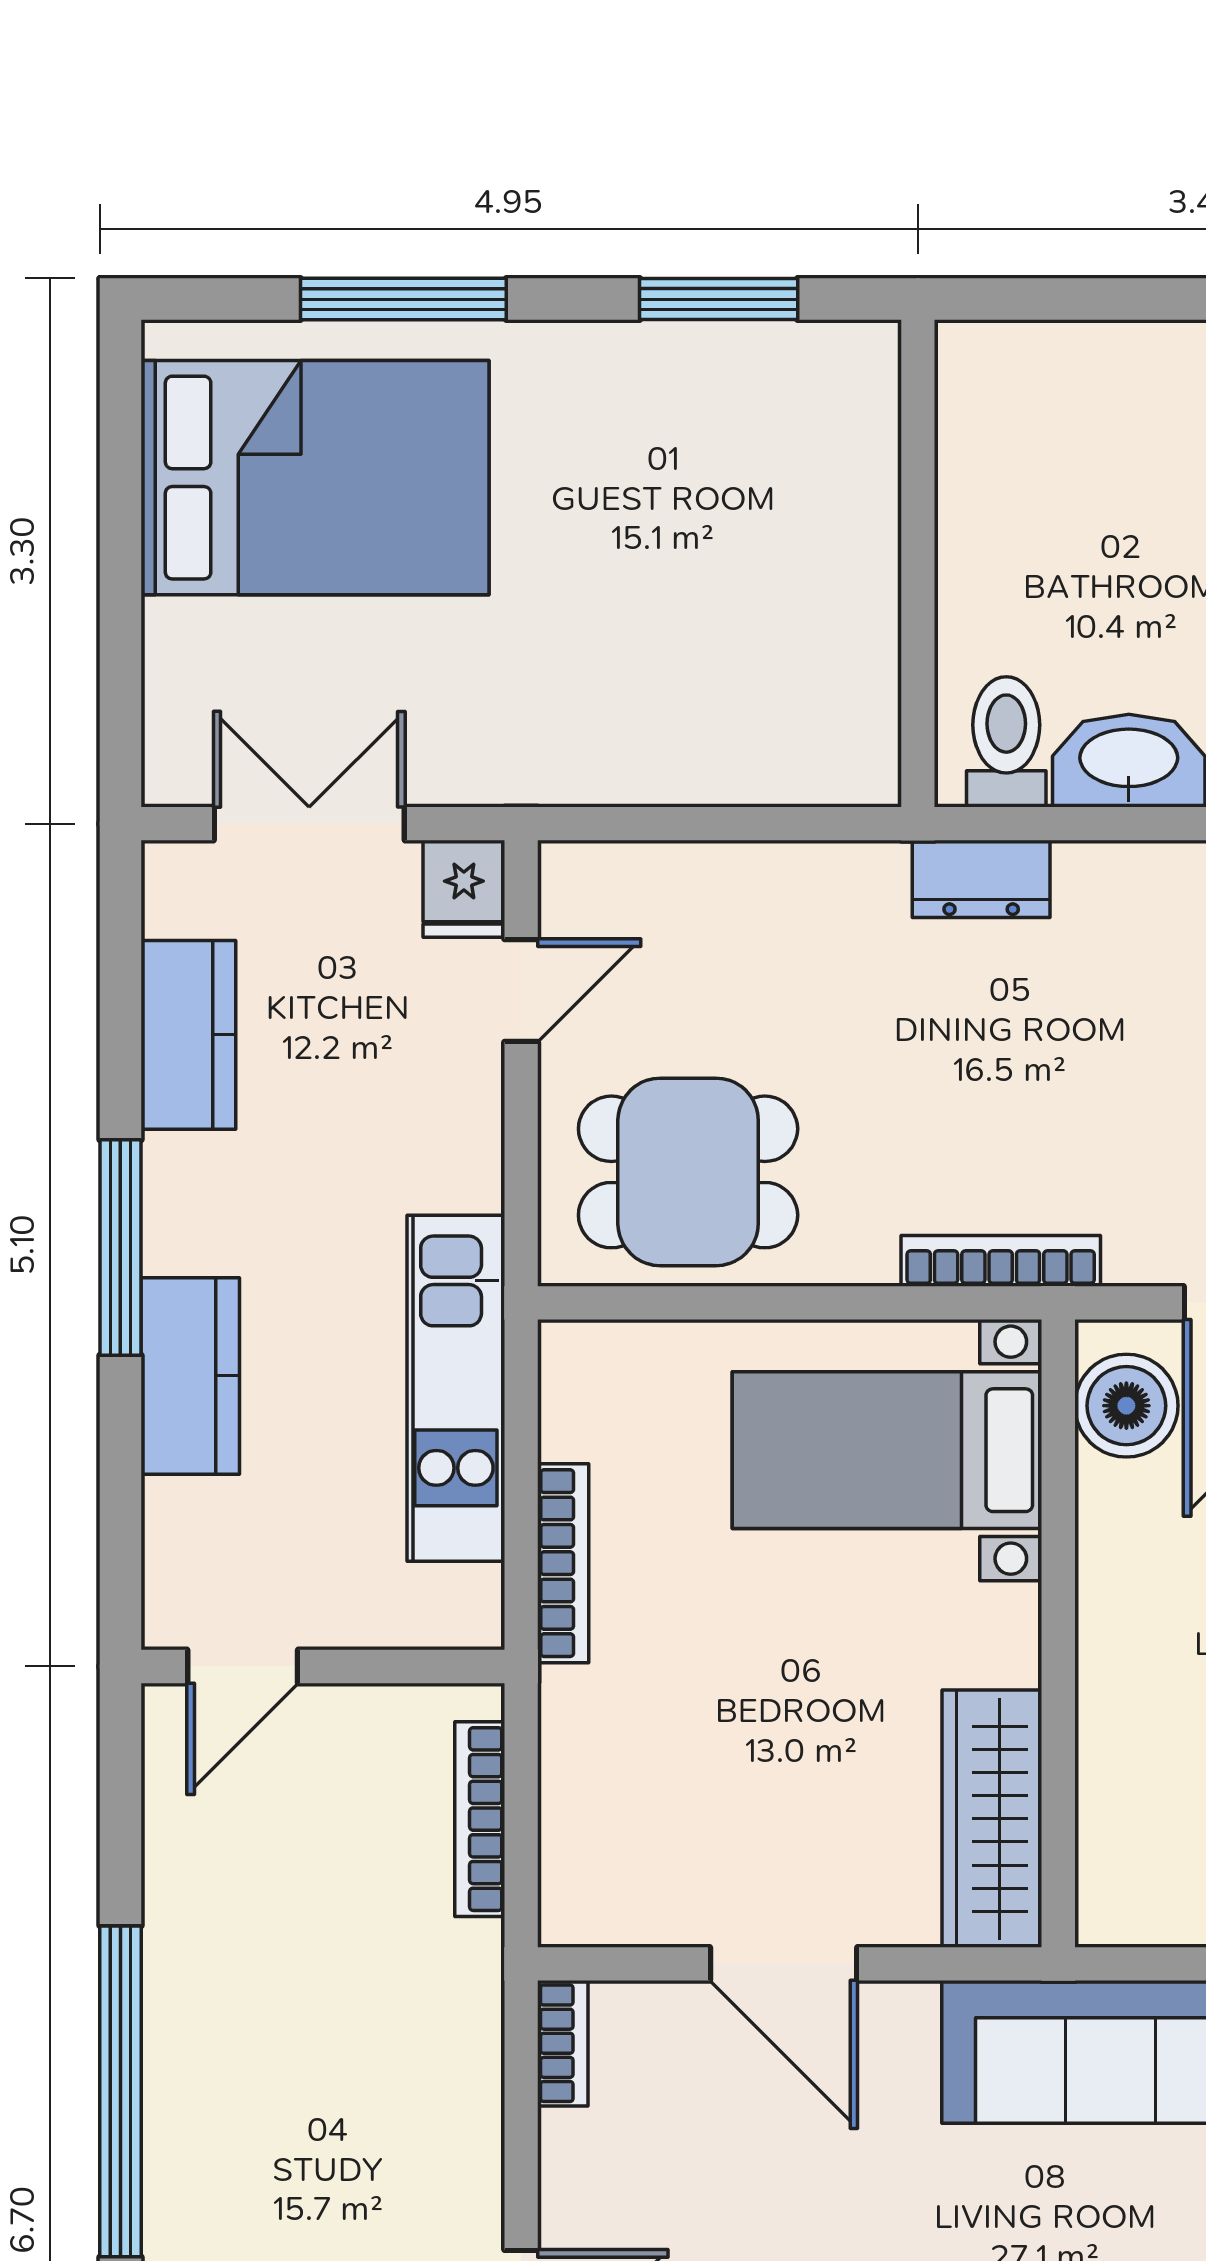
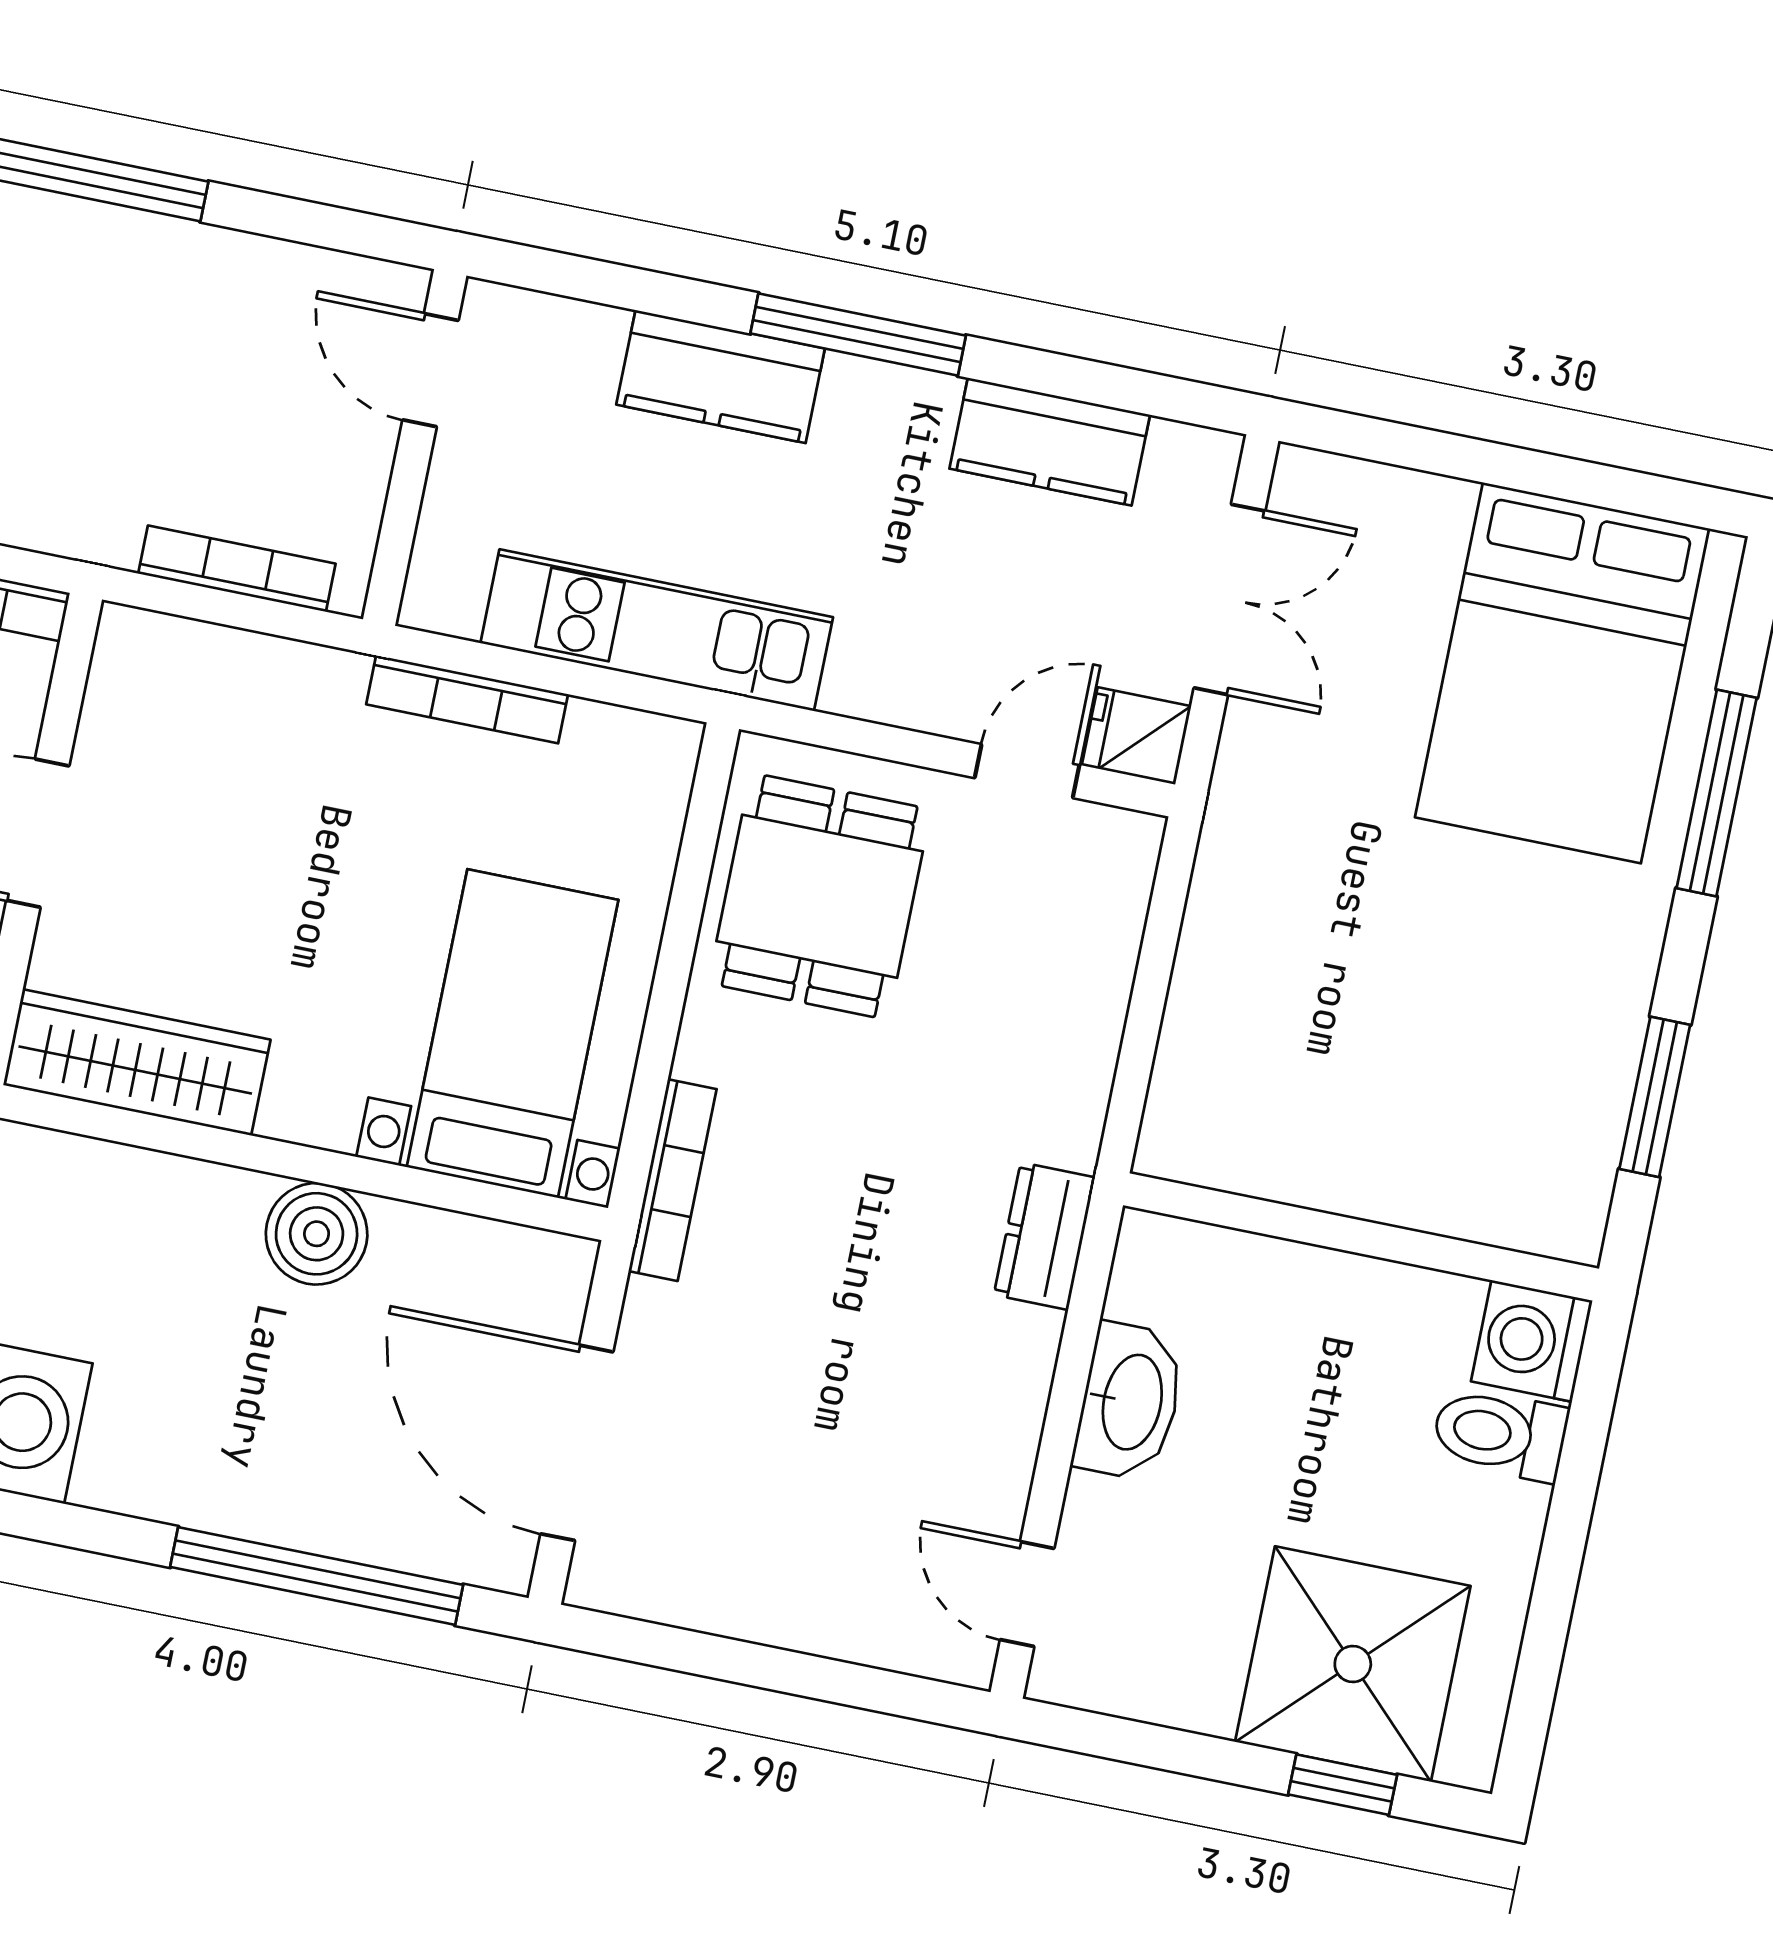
washing machine: (987, 372) -> (1532, 1341), added
toilet: (1006, 742) -> (1500, 1434), moved, turned 180
door: (521, 991) -> (1027, 771), swing flipped
boiler: (1126, 1406) -> (317, 1234), moved

